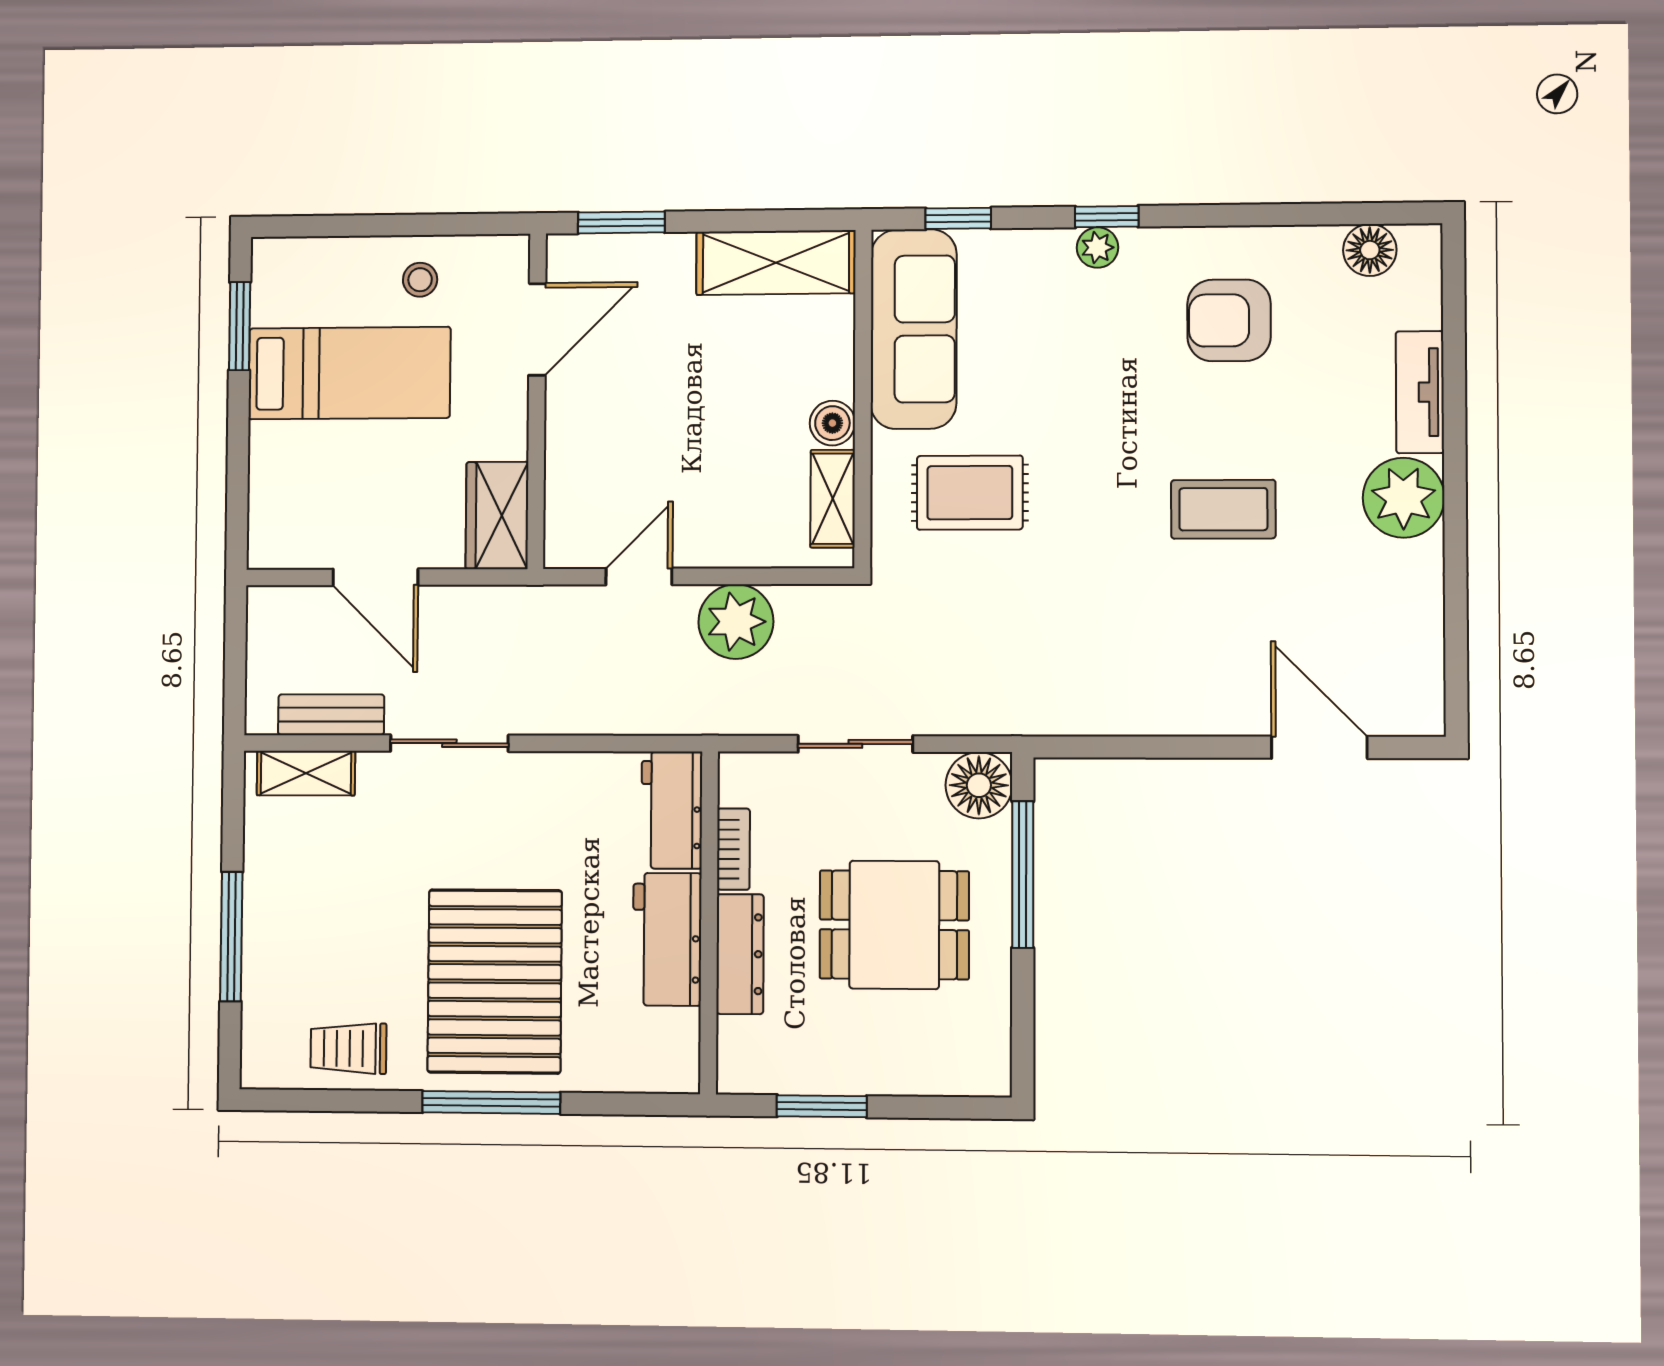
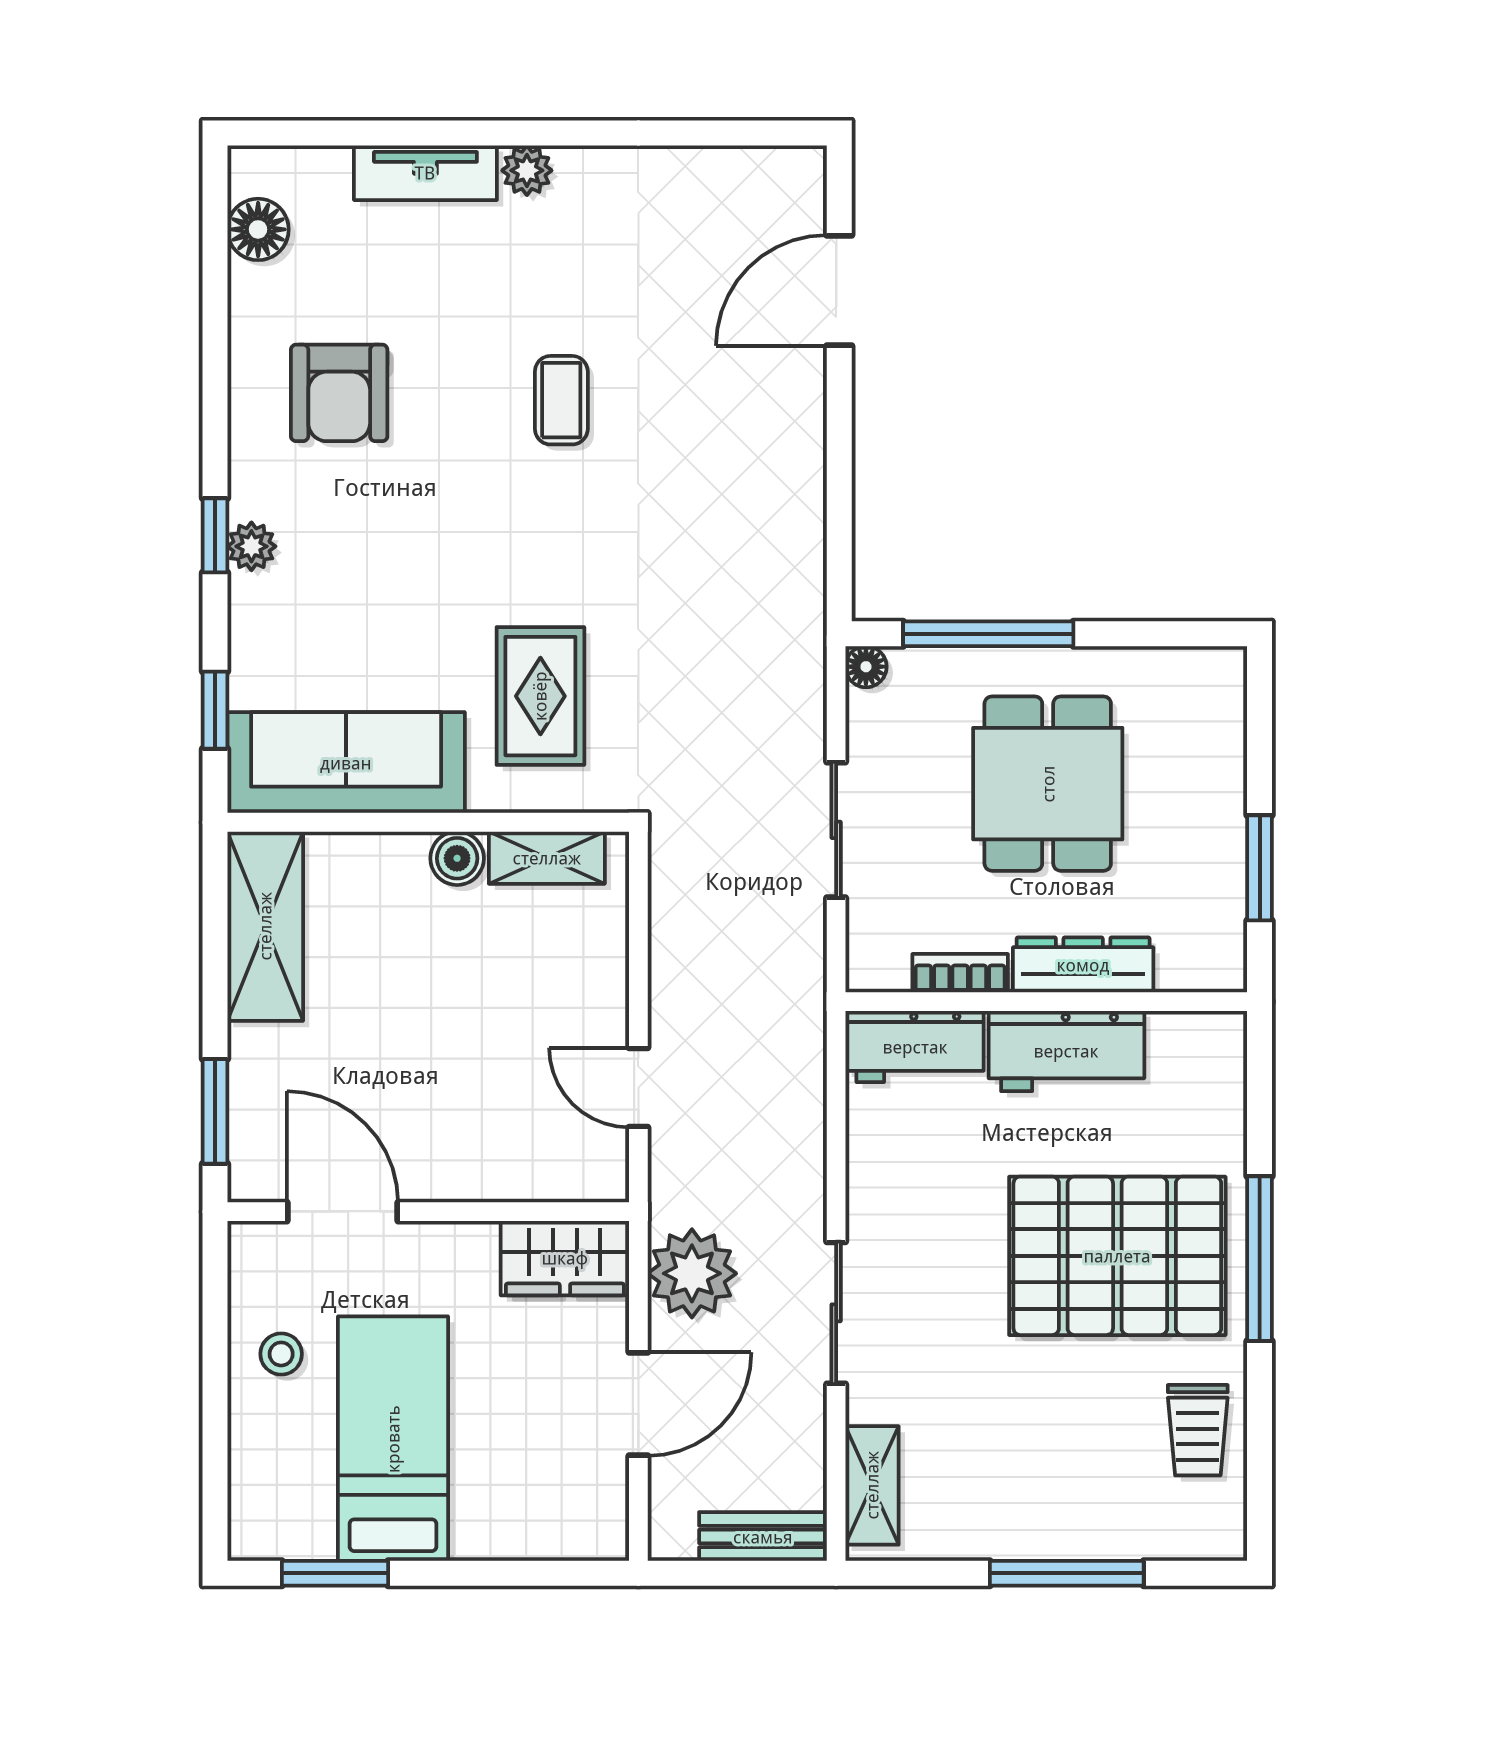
plant: (1404, 498) -> (527, 170), width x0.53, depth x0.53
coffee table: (1223, 509) -> (561, 400), width x0.73, depth x0.77
plant: (736, 622) -> (692, 1273), moved
bench: (331, 715) -> (763, 1537), moved, turned 90
floor lamp: (979, 785) -> (866, 667), width x0.53, depth x0.53

